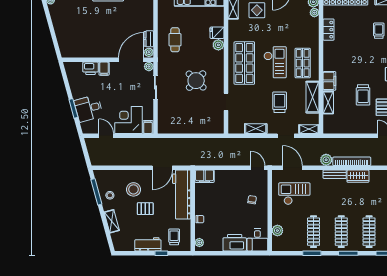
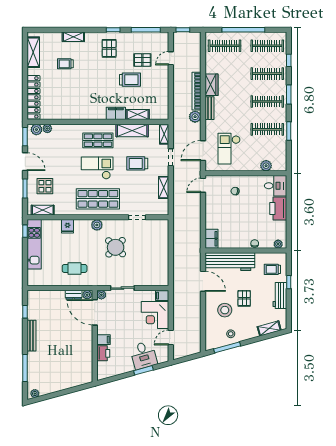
locker: (329, 30) -> (64, 114), removed
plant: (218, 45) -> (97, 225), moved
shelving: (112, 221) -> (269, 328), moved

